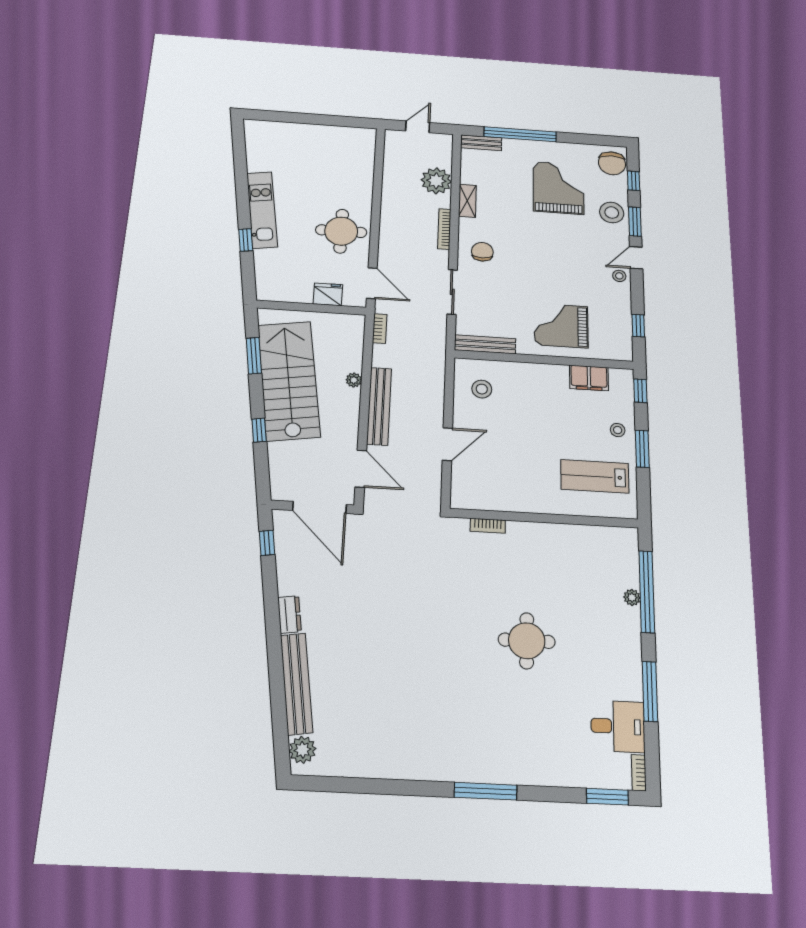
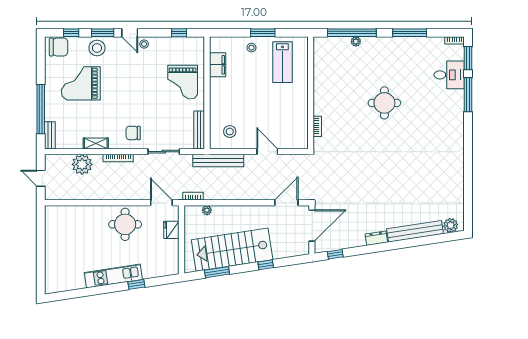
door: (372, 283) -> (161, 203), hinge flipped
plant: (354, 380) -> (207, 210), moved
window: (640, 391) -> (224, 33), removed
bench: (379, 406) -> (218, 160), moved
desk: (618, 726) -> (449, 75), moved, turned 90
window: (486, 791) -> (468, 95), moved

